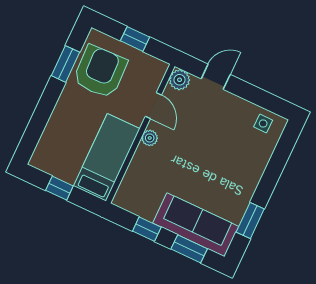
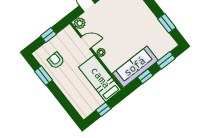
armchair: (100, 72) -> (56, 60), width x0.53, depth x0.53
sofa: (196, 225) -> (135, 67), moved

